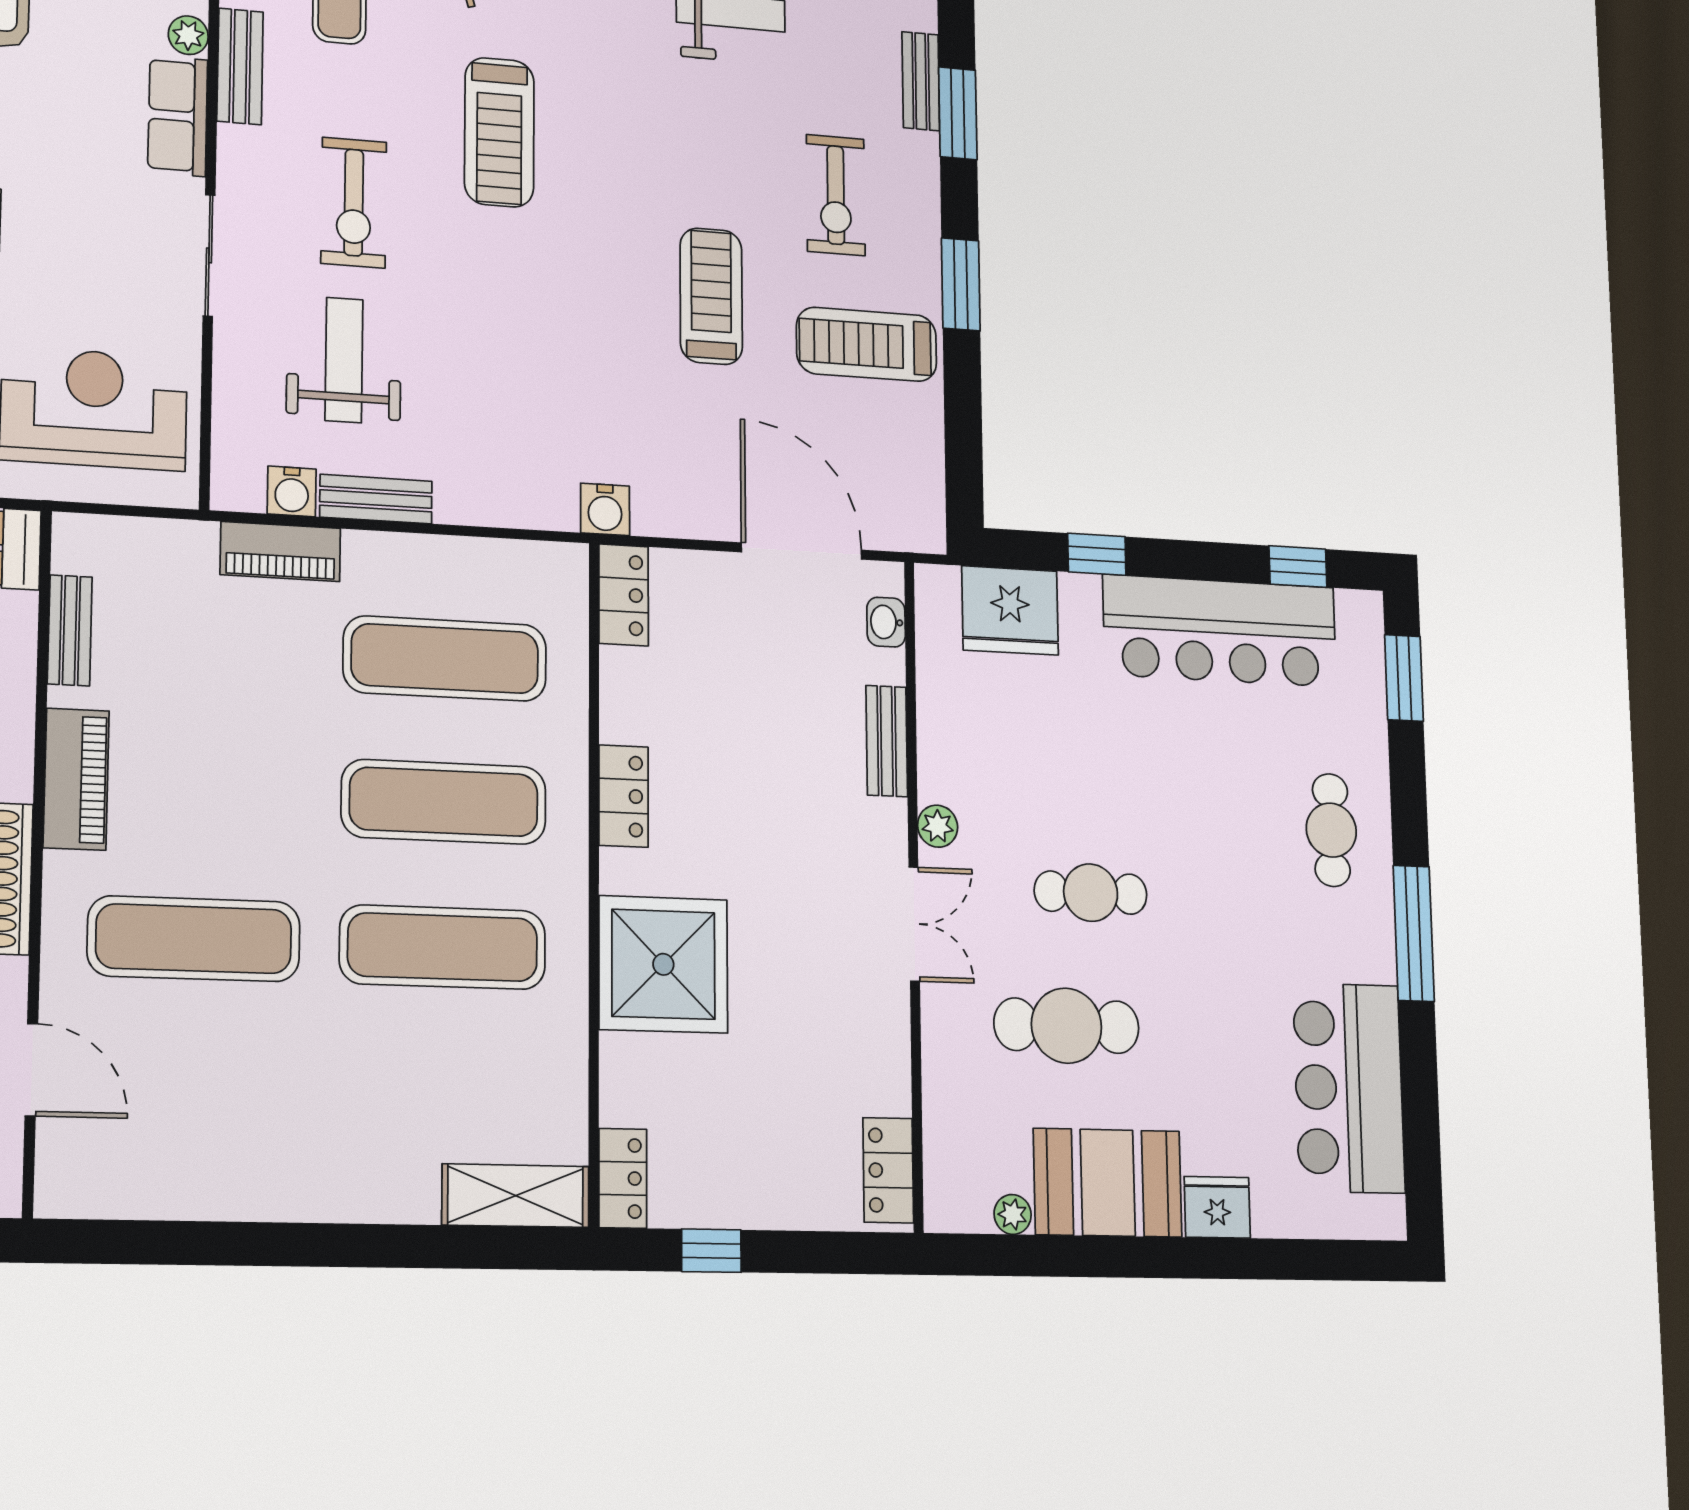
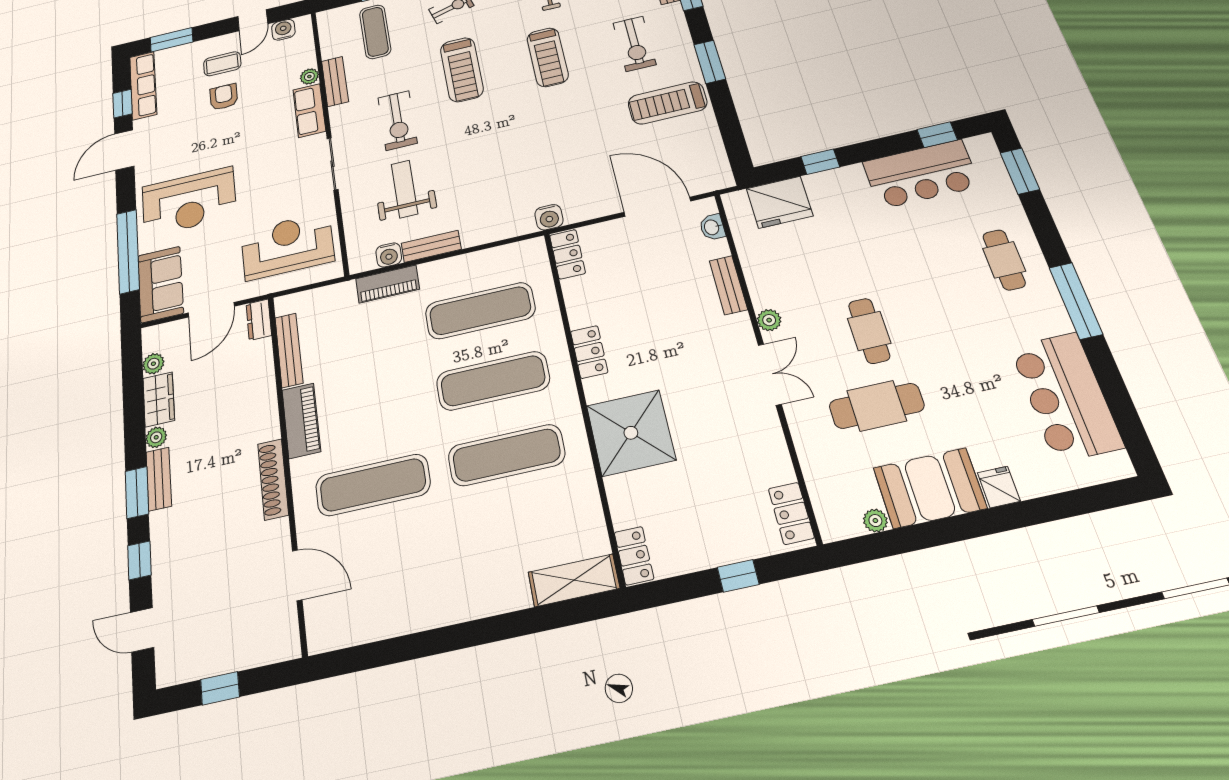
treadmill: (711, 296) -> (548, 57), moved, turned 180
bench: (70, 630) -> (289, 350), width x1.36
bar counter: (1220, 631) -> (921, 174), width x0.73
cafe table: (1091, 893) -> (869, 331), turned 90
fridge: (1217, 1207) -> (999, 487), width x0.72
window: (711, 1251) -> (738, 576), moved

